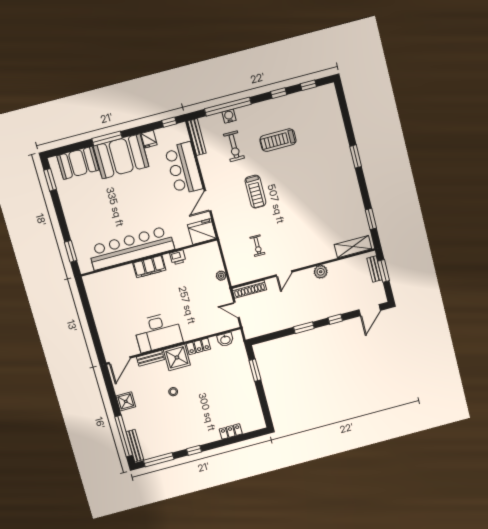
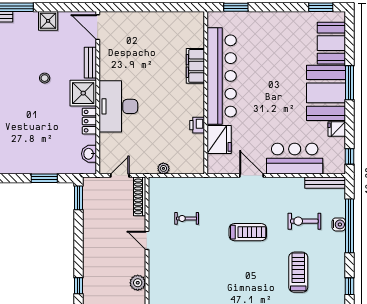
treadmill: (255, 192) -> (248, 232), turned 180
fridge: (202, 231) -> (219, 140), moved
filing cabinet: (149, 267) -> (195, 66), moved
window: (304, 328) -> (78, 198), moved
desk: (158, 332) -> (118, 106), moved

